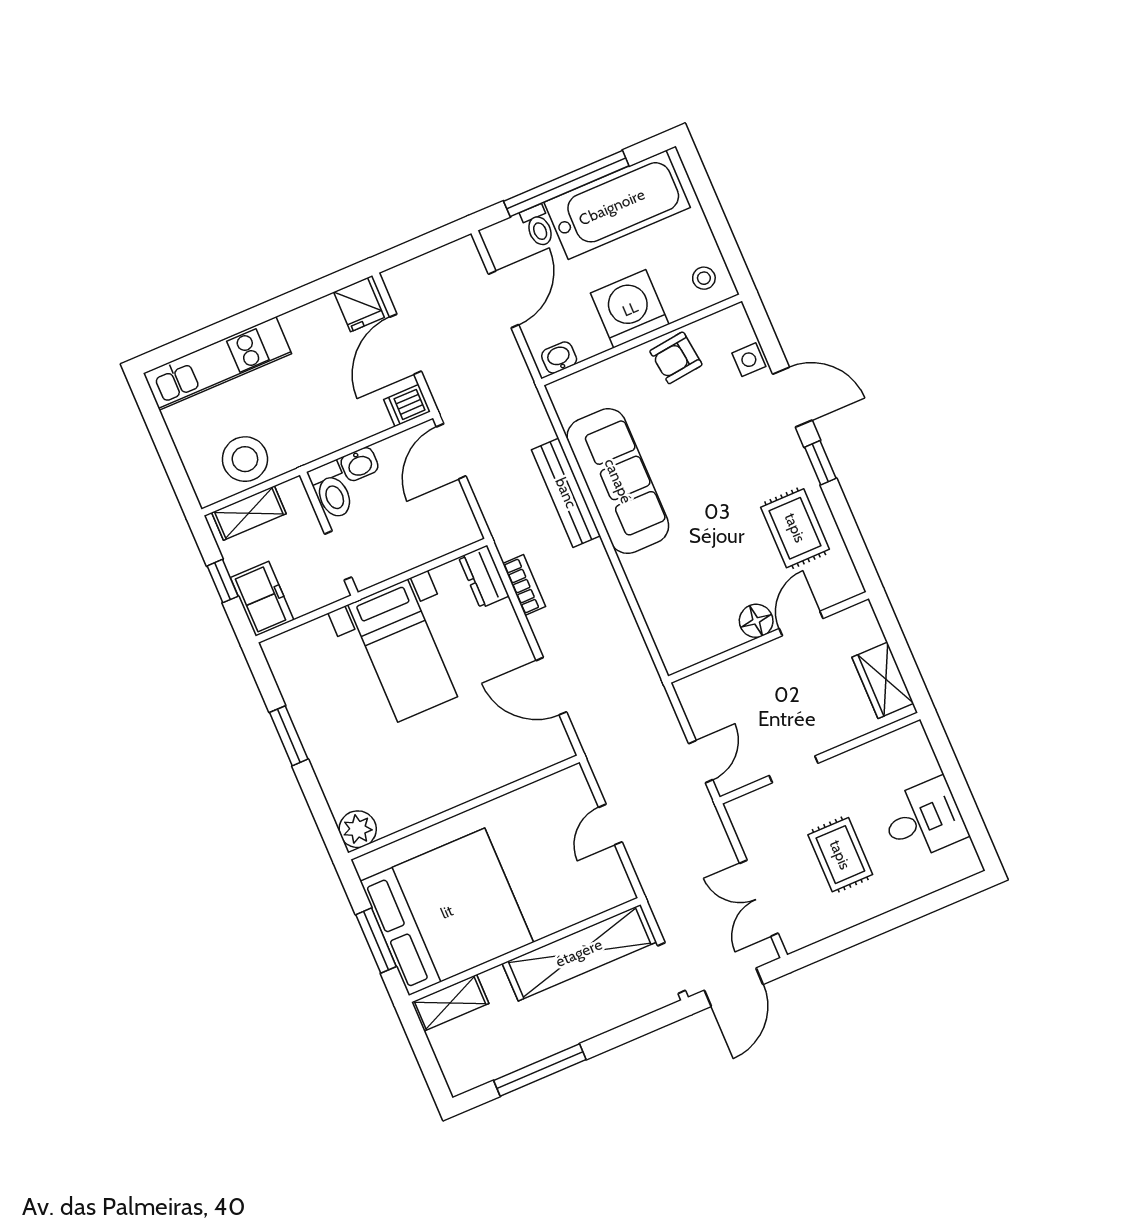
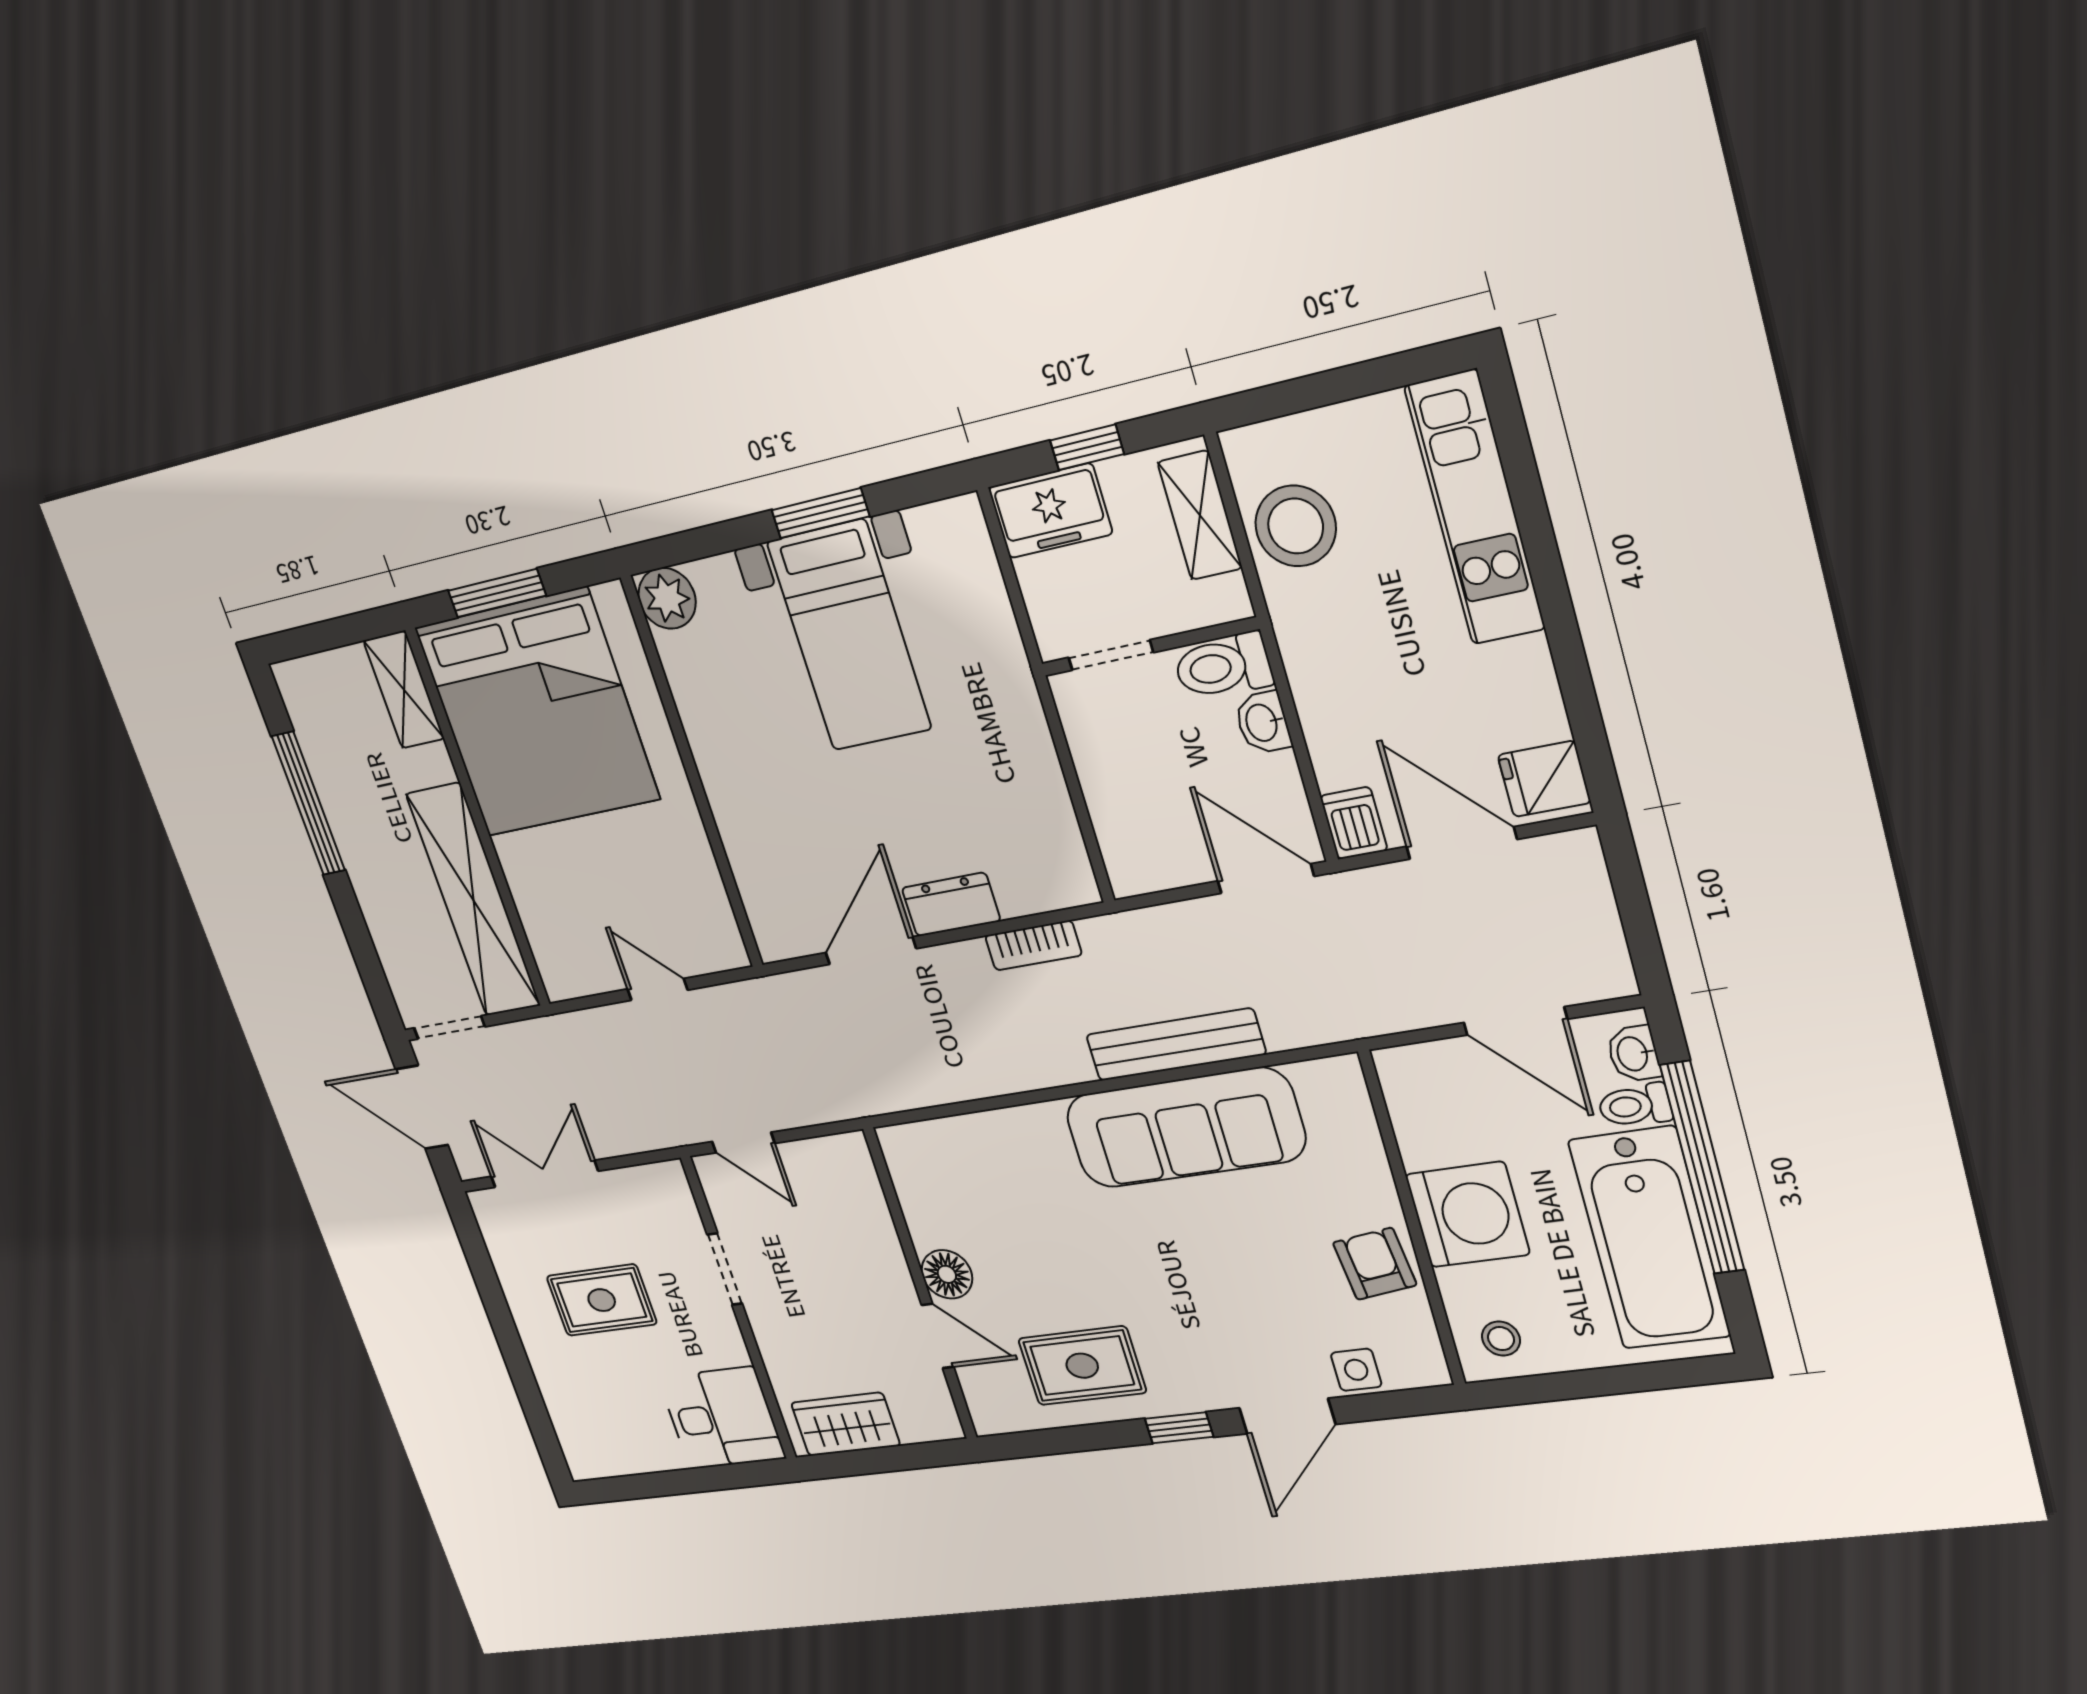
washbasin: (559, 358) -> (1634, 1054), moved, turned 180
dresser: (484, 577) -> (951, 904), moved
bed with nightstands: (403, 651) -> (849, 636), moved, turned -90
desk: (924, 819) -> (722, 1418), moved, turned -90

